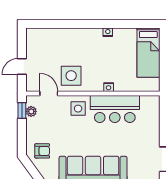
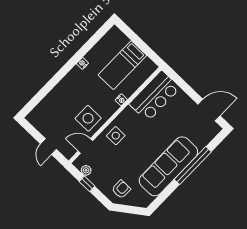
bed: (148, 53) -> (122, 65), moved, turned 90
bar counter: (115, 109) -> (155, 96), moved
window: (22, 110) -> (87, 184), moved

